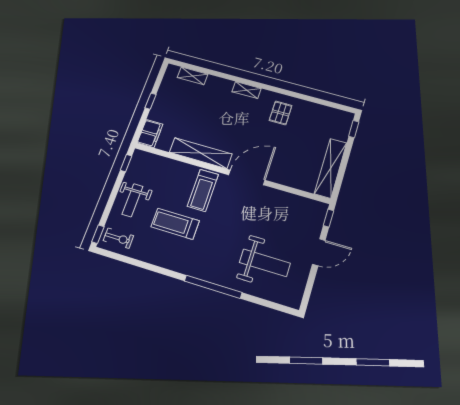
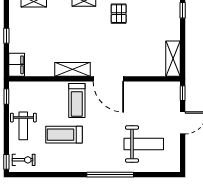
shelving: (201, 153) -> (72, 69), width x0.68
shelving: (331, 168) -> (173, 59), width x0.68
door: (247, 177) -> (108, 79), swing flipped

